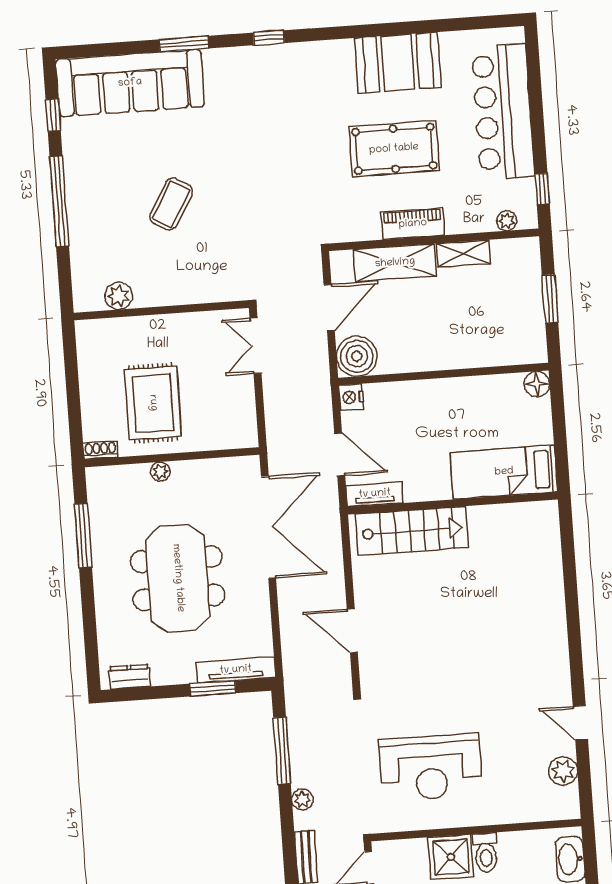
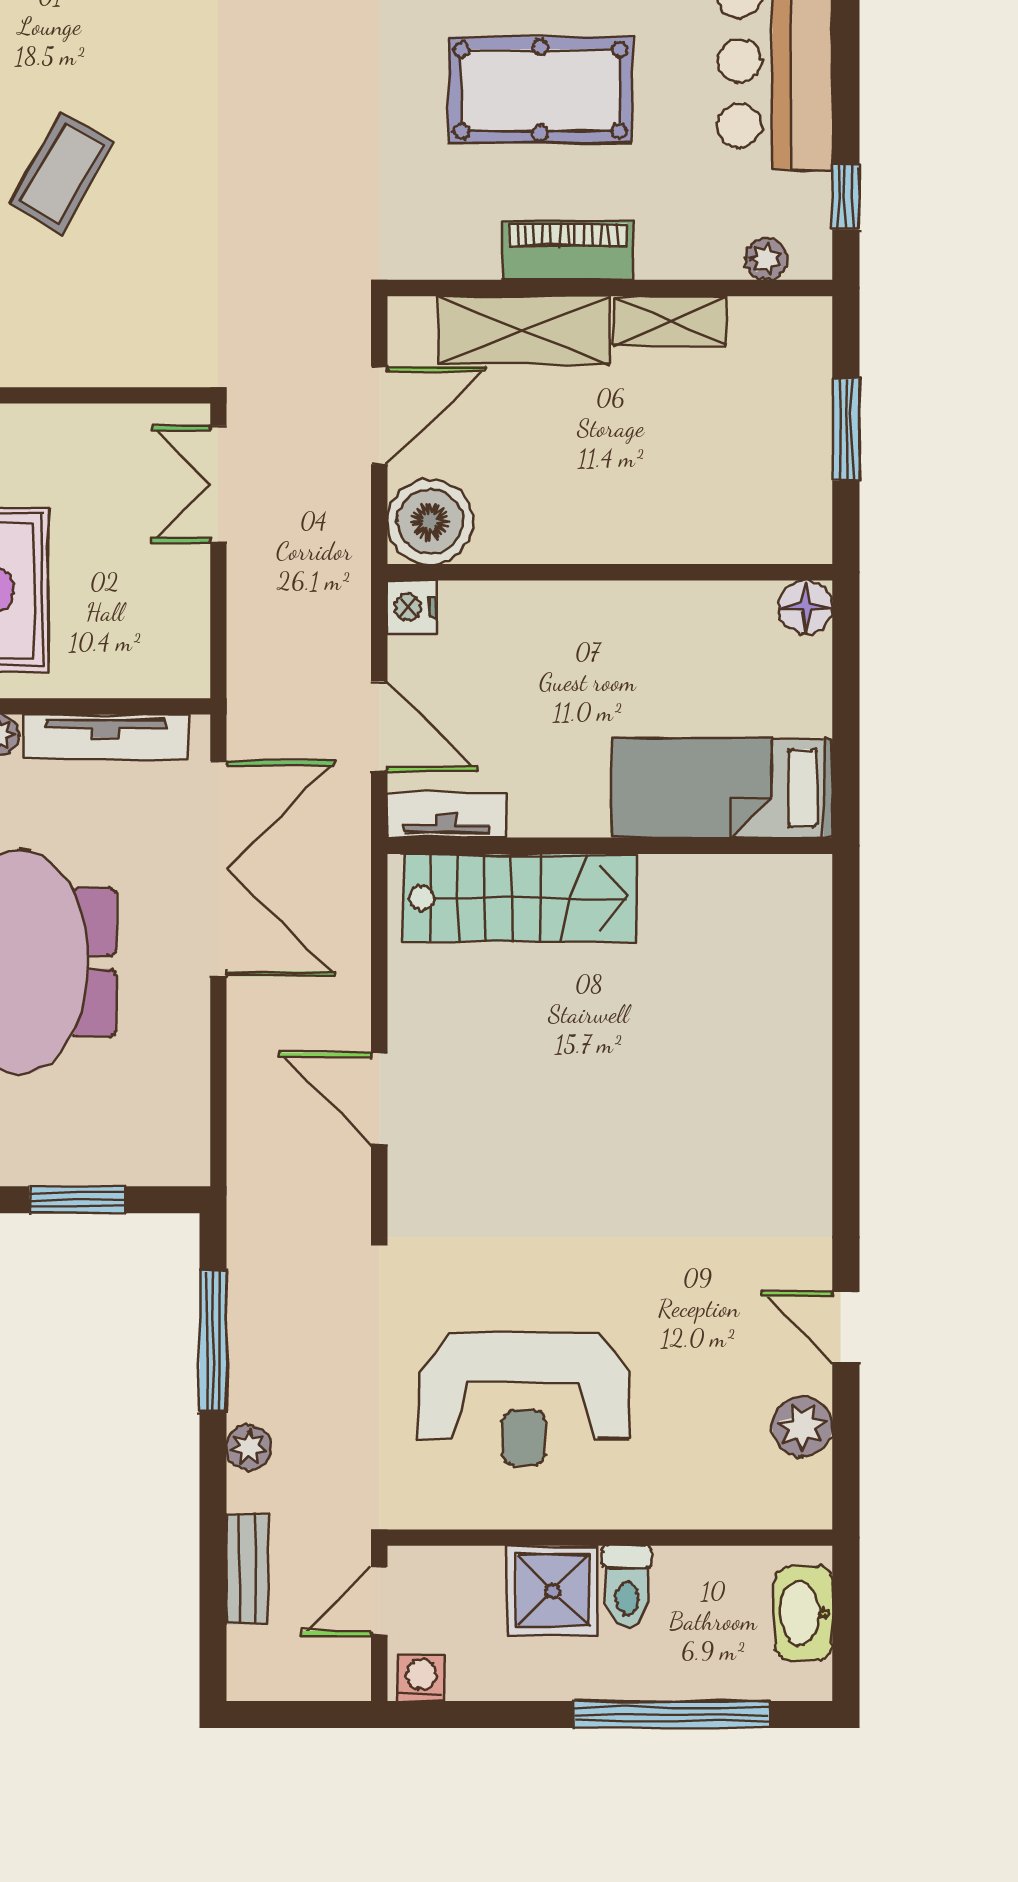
tv unit: (236, 670) -> (106, 737), moved, turned 180

